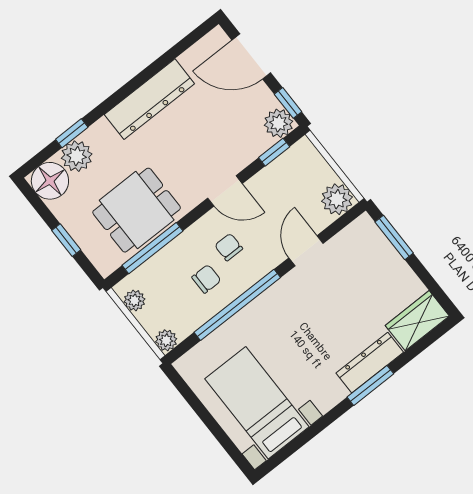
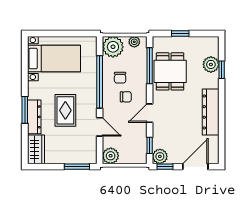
floor lamp: (50, 181) -> (209, 46), removed
rug: (322, 323) -> (65, 110), added
plant: (166, 340) -> (113, 47), width x1.87, depth x1.87

